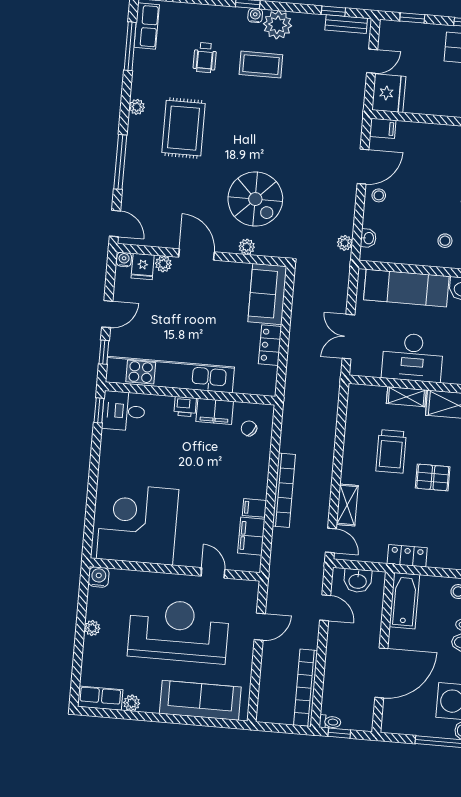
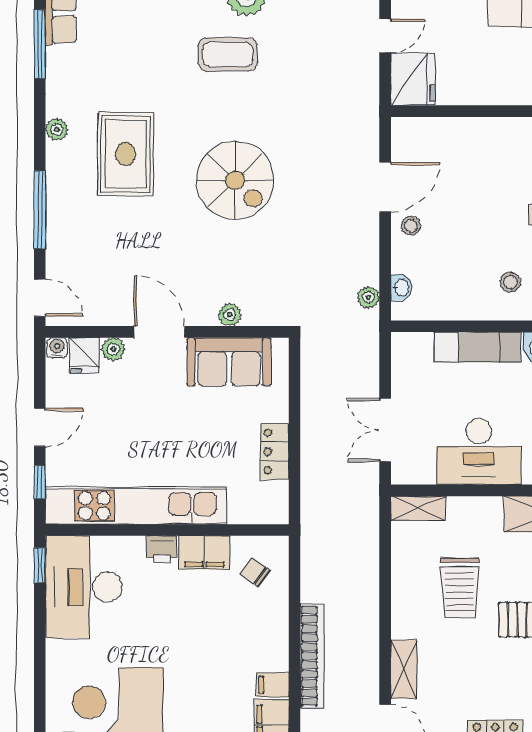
wheelchair: (205, 58) -> (147, 51), removed
filing cabinet: (383, 128) -> (408, 130), removed
spiral stairs: (255, 199) -> (235, 180), moved
exam couch: (406, 288) -> (477, 347), width x0.73, depth x0.69
sofa: (267, 294) -> (229, 362), moved, turned -90
shelving: (406, 397) -> (418, 508), moved
desk: (124, 411) -> (84, 587), width x1.87, depth x1.30

